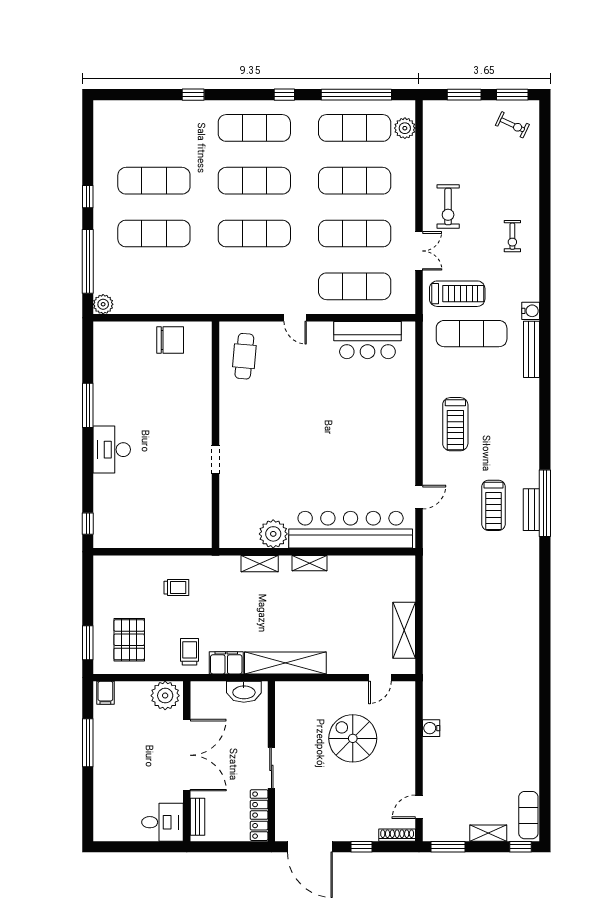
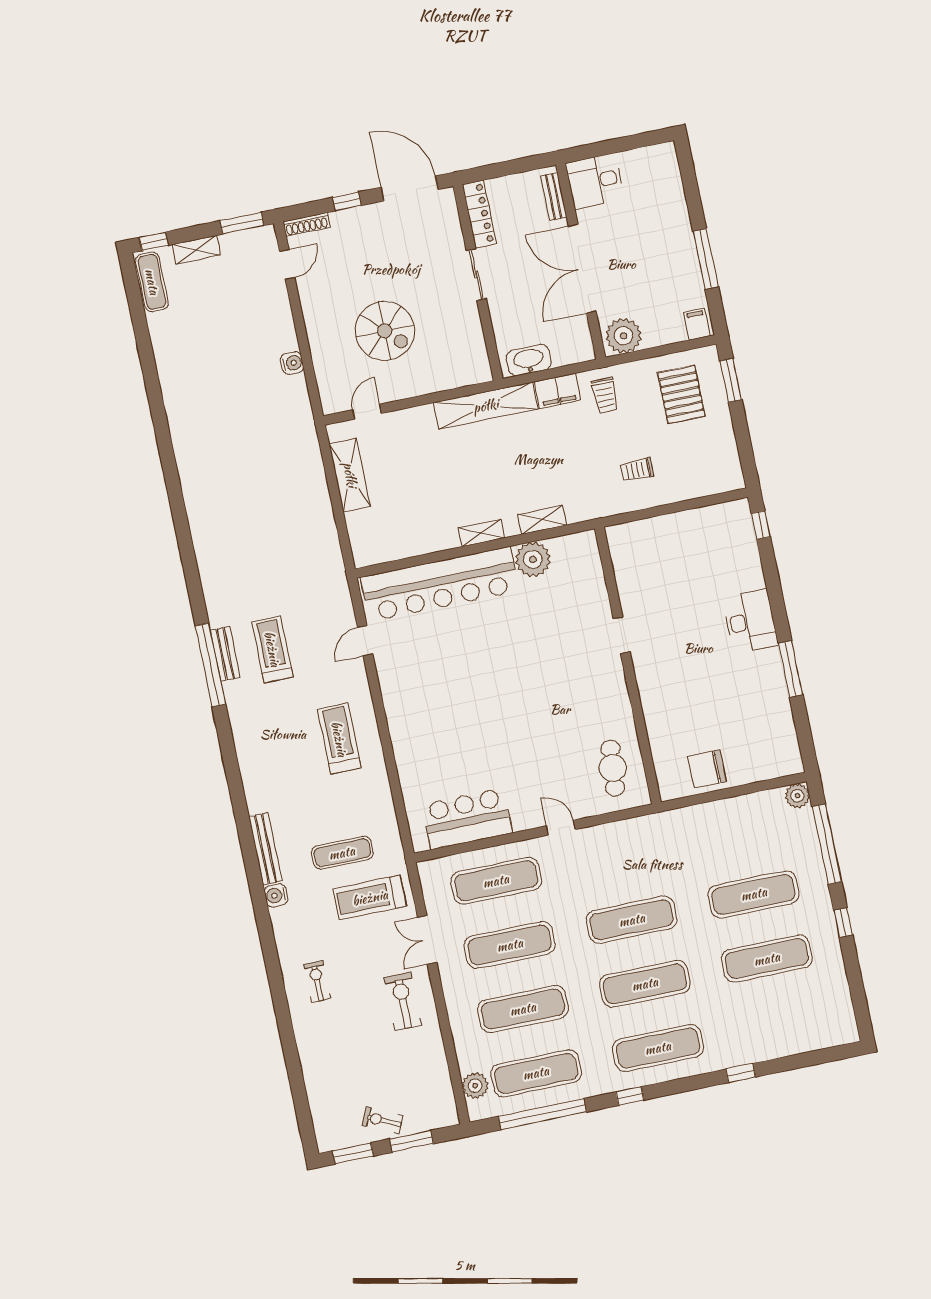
exercise bike: (512, 125) -> (383, 1120), moved
exercise mat: (472, 334) -> (342, 853), width x0.73, depth x0.69

